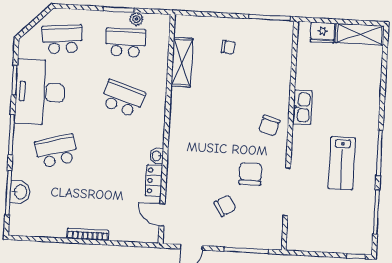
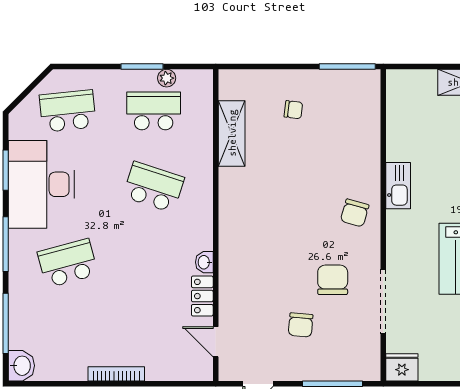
fridge: (323, 33) -> (402, 367), moved, turned 180
washbasin: (20, 192) -> (21, 366), moved
chair: (225, 206) -> (301, 325), turned 126

